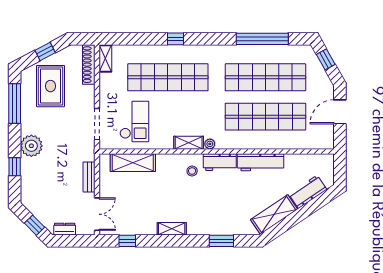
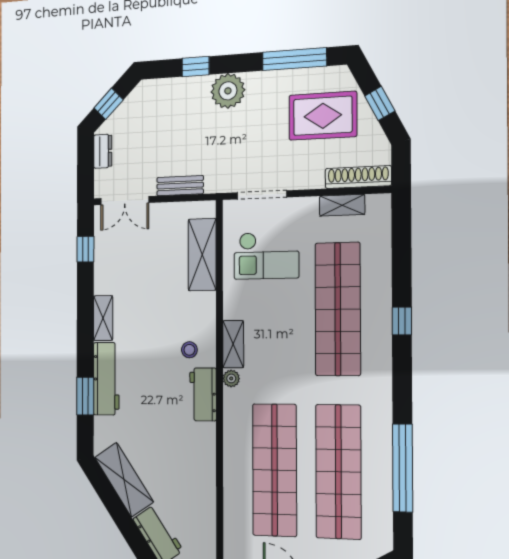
shelving: (105, 58) -> (342, 205), moved
workbench: (260, 162) -> (106, 379), moved, turned 180

